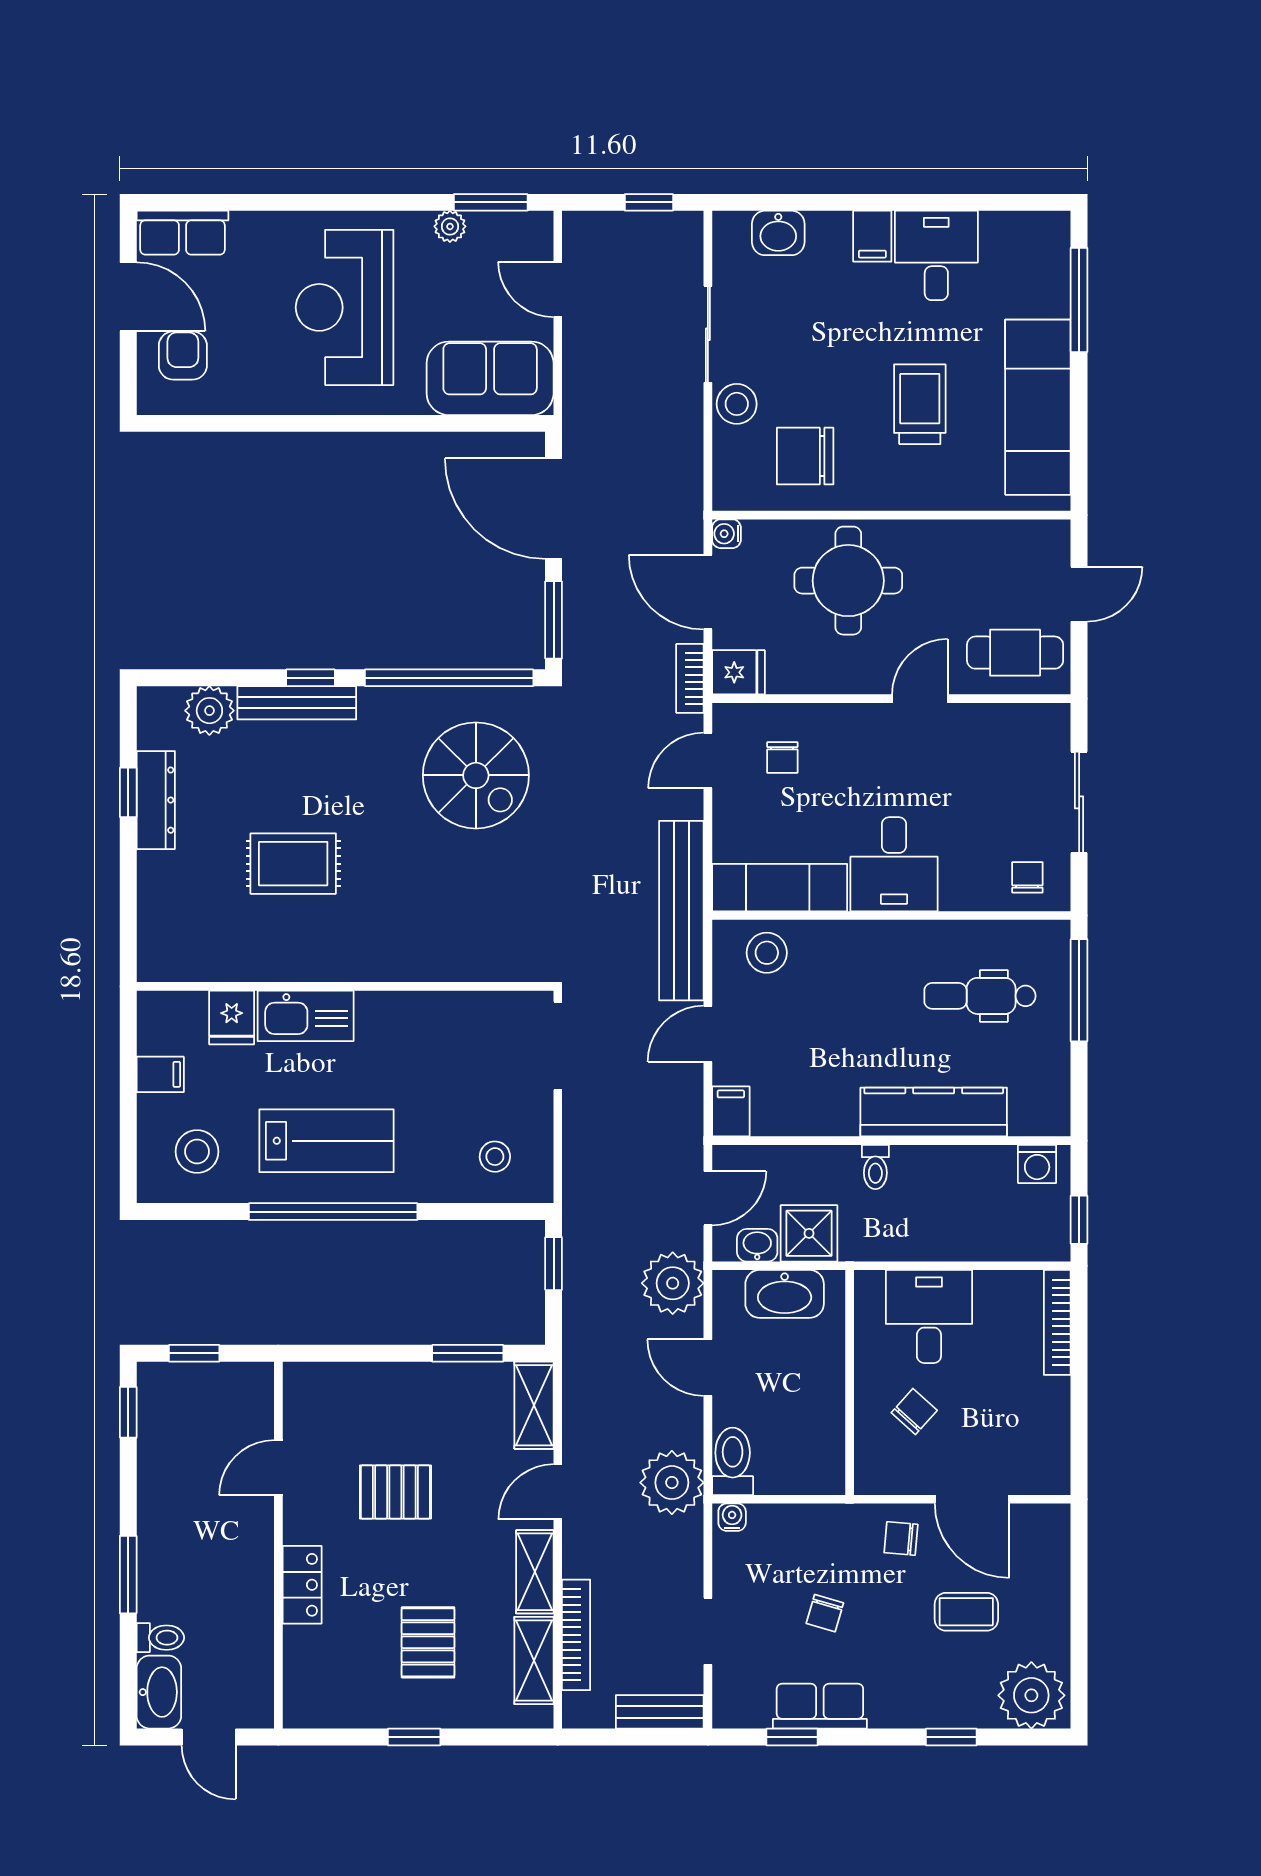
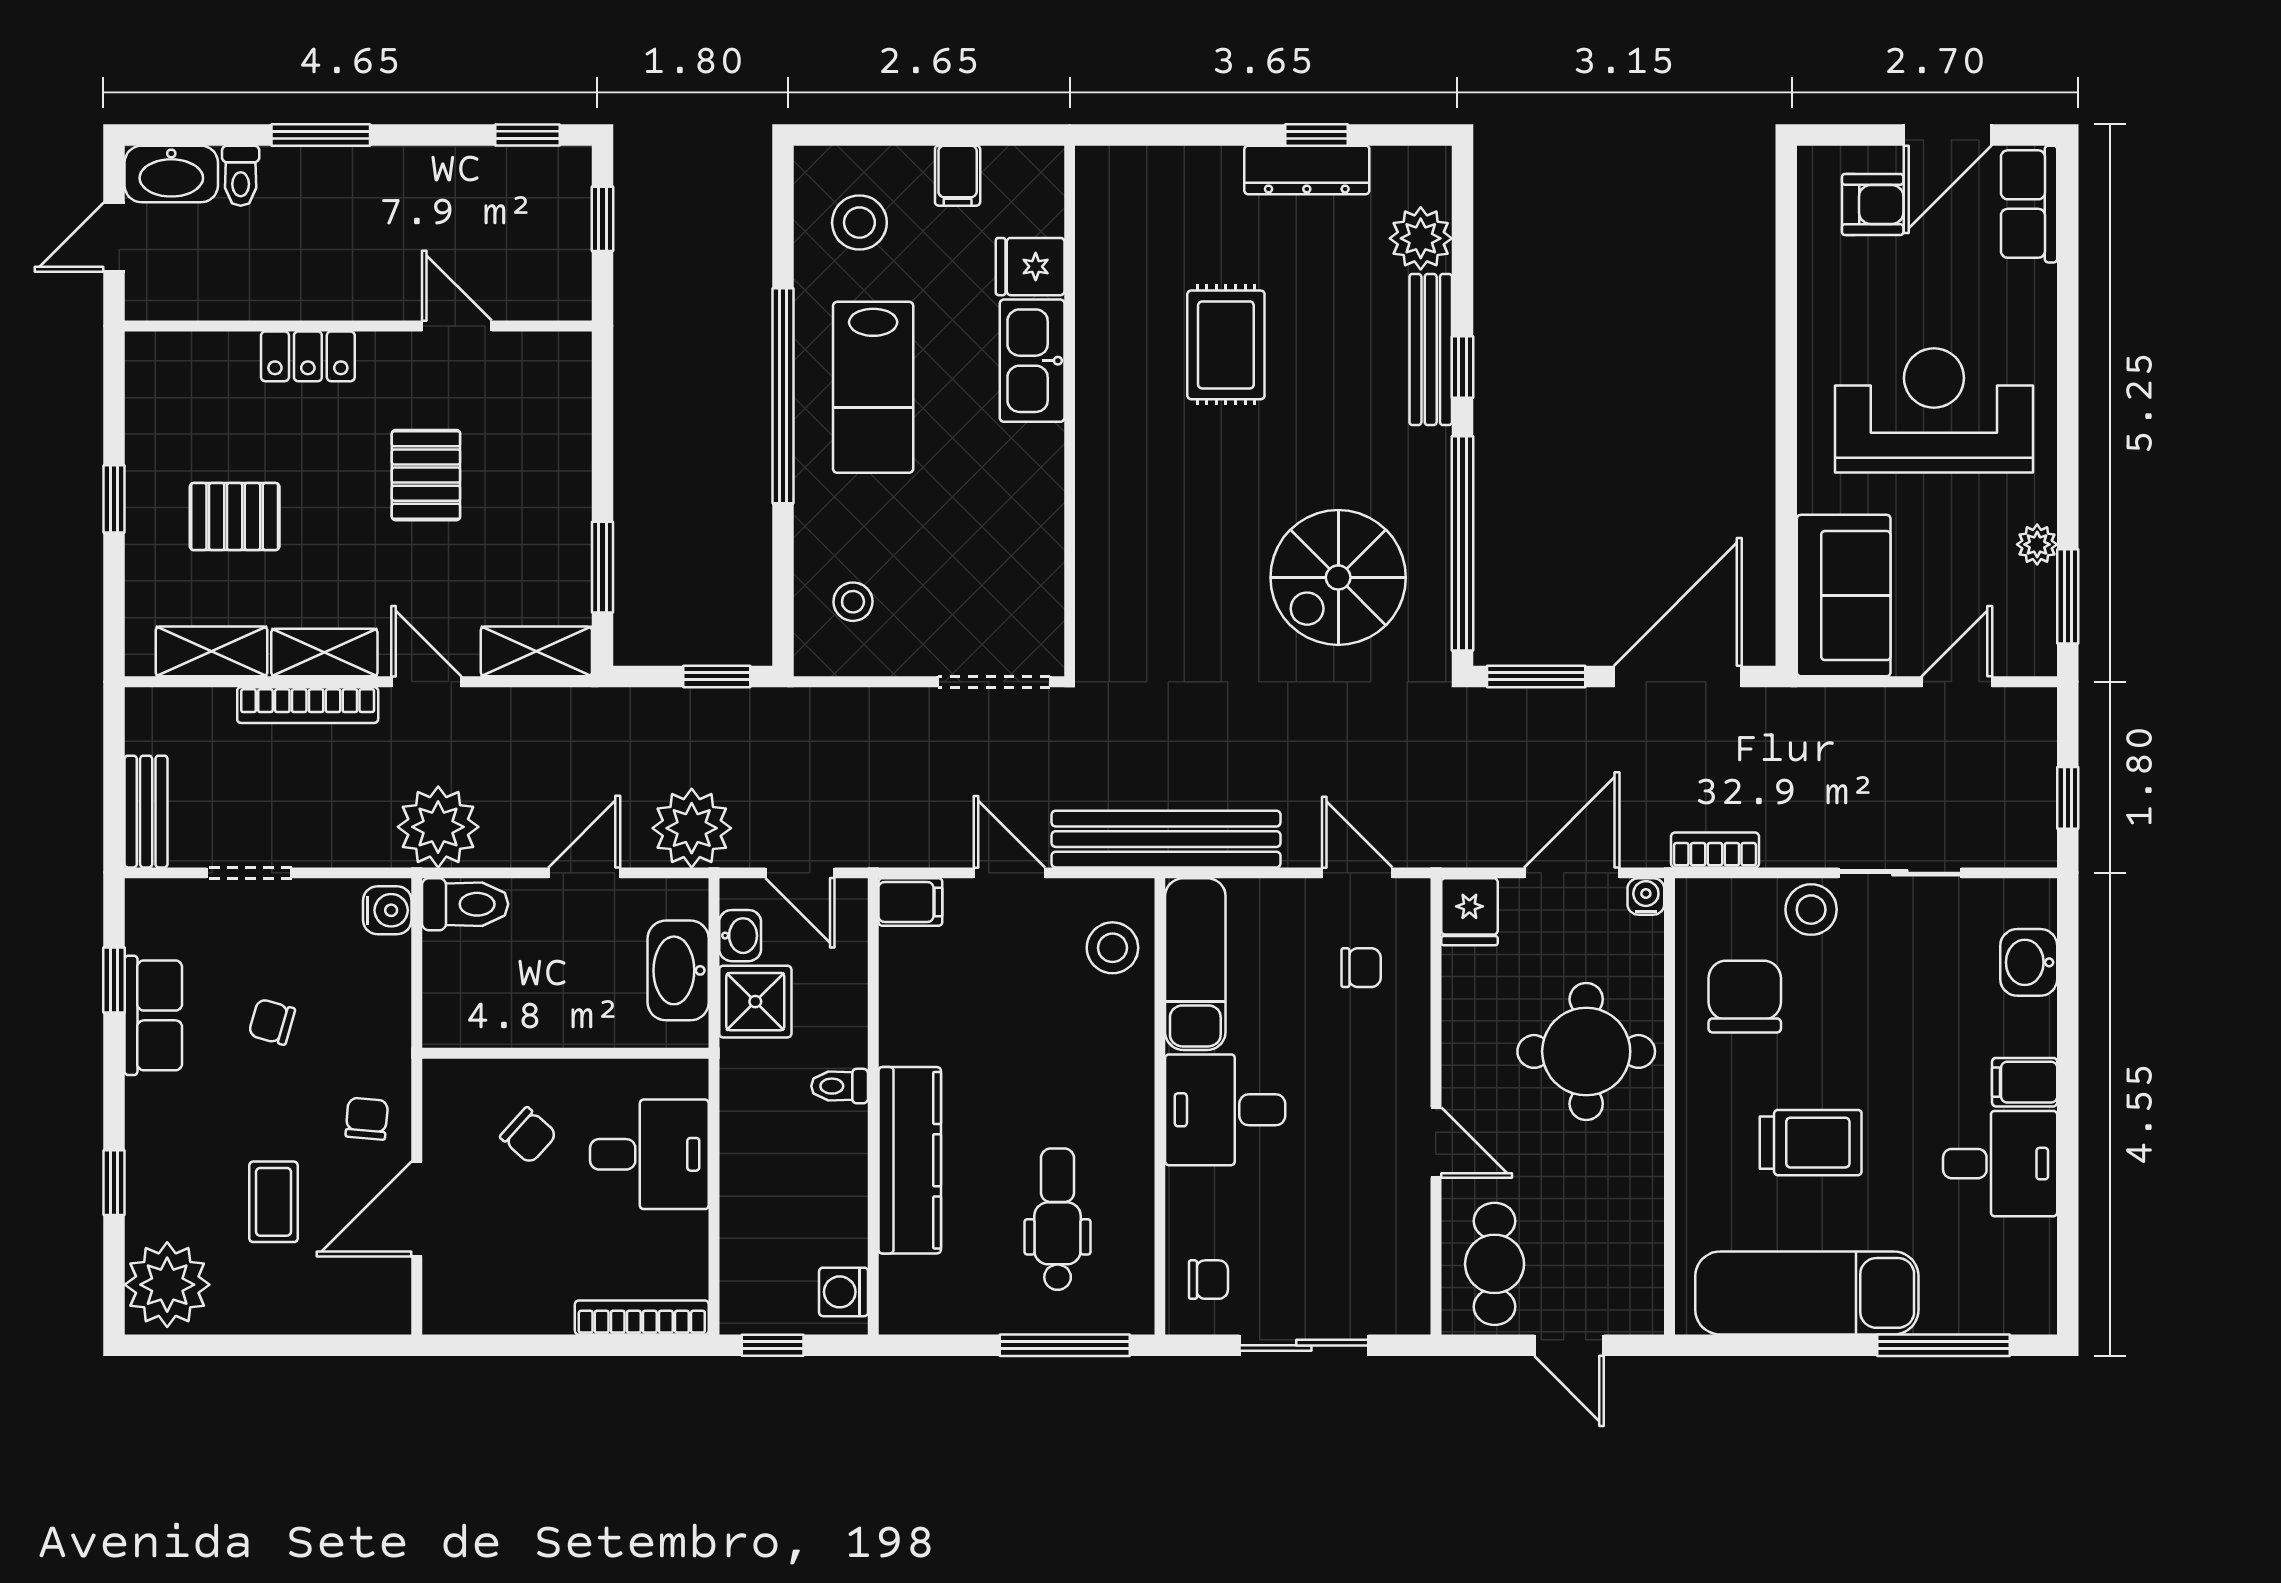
bookcase: (690, 678) -> (1715, 850), moved
chair: (782, 757) -> (1361, 968), turned 180
water cooler: (732, 1517) -> (387, 910), width x1.38, depth x1.38
bookcase: (576, 1635) -> (308, 705), moved

